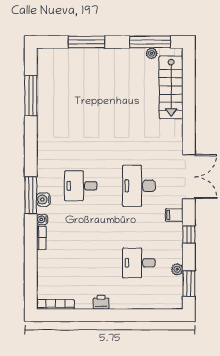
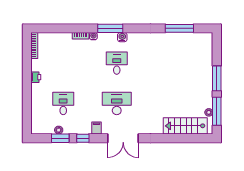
window: (86, 42) -> (217, 78), moved
water cooler: (43, 200) -> (122, 37), moved
window: (189, 283) -> (60, 138), moved

